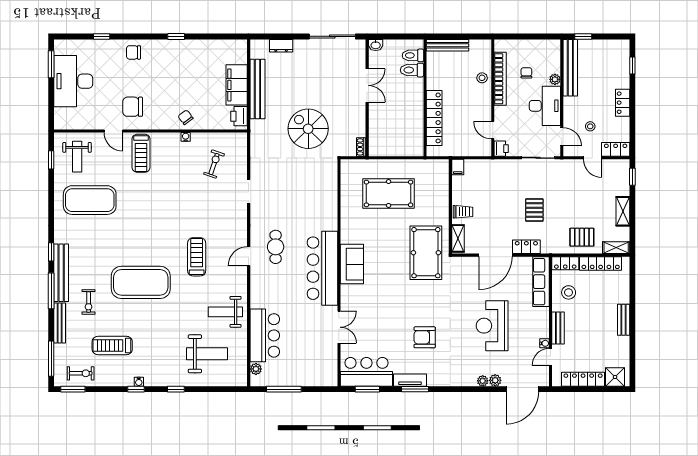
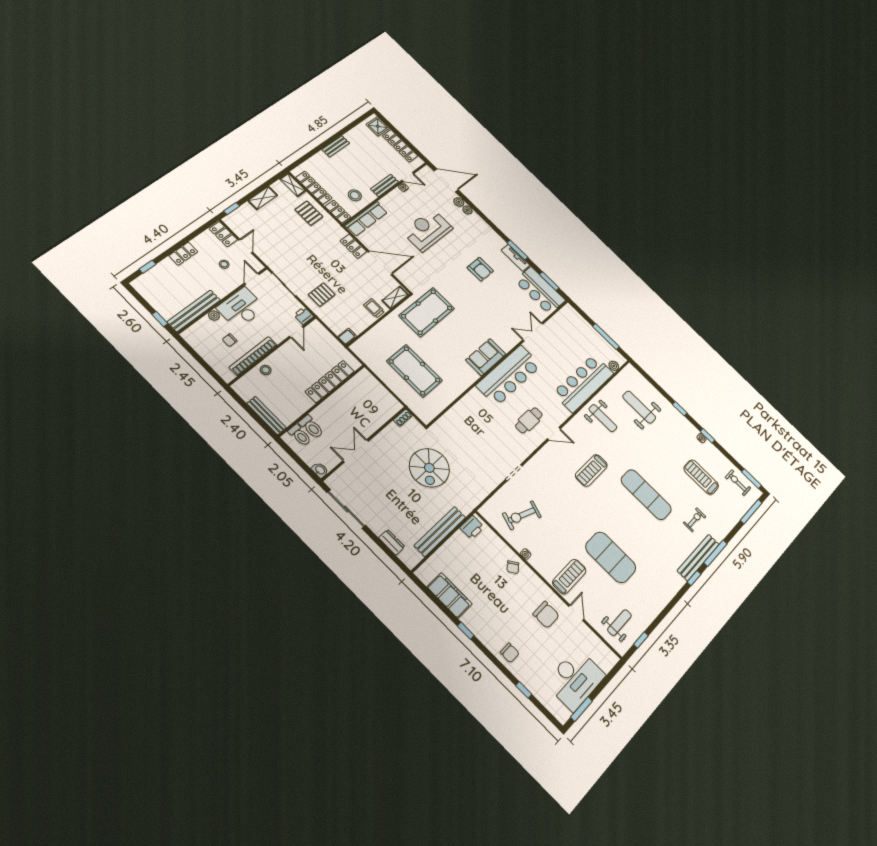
filing cabinet: (237, 85) -> (450, 595), moved, turned -90
exercise bike: (214, 164) -> (522, 515), width x1.38, depth x1.39
exercise mat: (90, 200) -> (611, 557), moved
pallet: (534, 210) -> (322, 295), moved
exercise mat: (141, 282) -> (646, 495), width x0.68
bench: (60, 323) -> (726, 527), removed
reception desk: (492, 326) -> (427, 230), turned 180
bar counter: (265, 335) -> (583, 383), width x1.36
treadmill: (112, 346) -> (701, 477), turned 180

